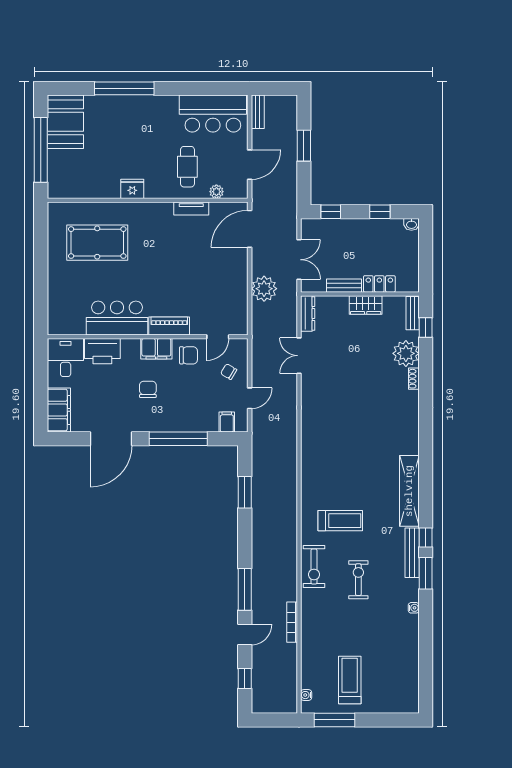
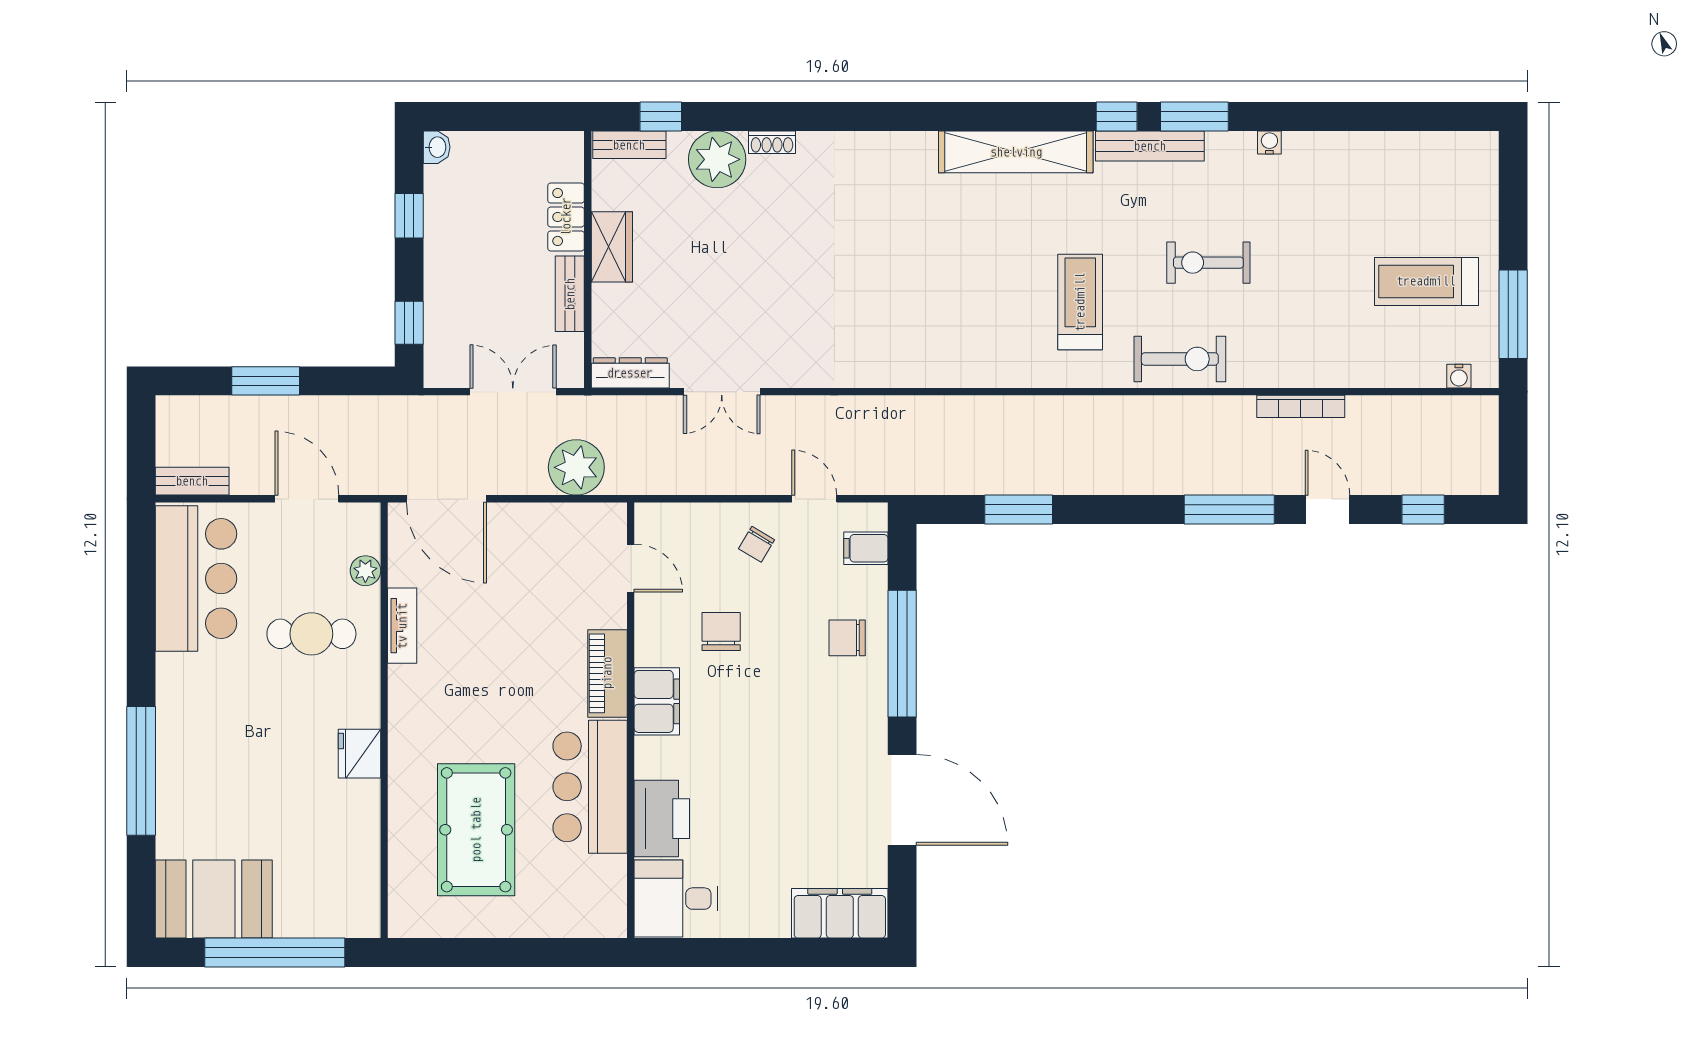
bar counter: (117, 318) -> (590, 787), moved
piano: (169, 326) -> (607, 673), moved
wall: (148, 337) -> (631, 720), moved
door: (218, 337) -> (631, 568), moved
filing cabinet: (156, 349) -> (657, 701), moved
printer: (102, 351) -> (662, 819), moved
desk: (66, 358) -> (676, 899), moved
chair: (148, 389) -> (847, 638), moved

